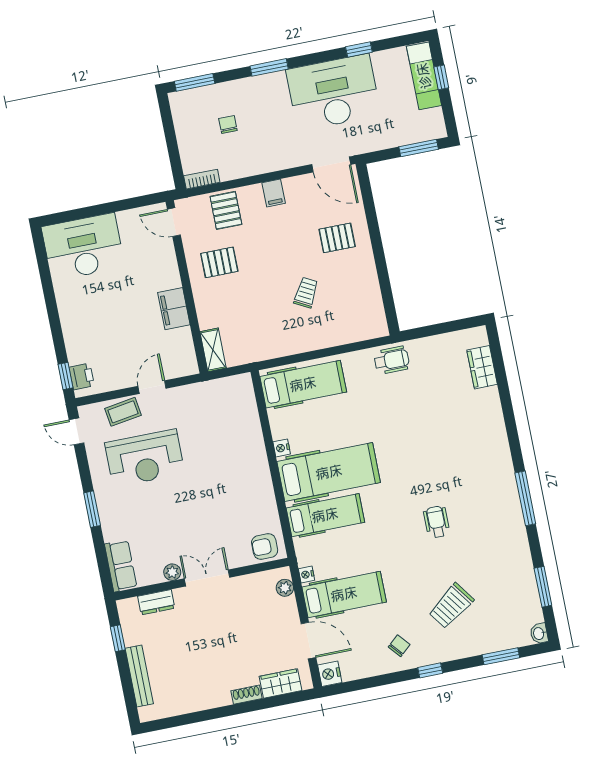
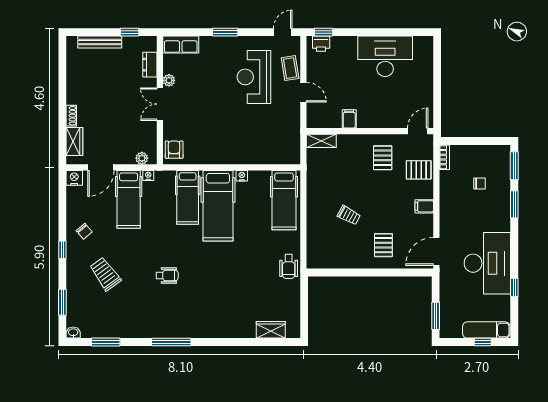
window: (269, 67) -> (514, 204), moved
desk: (83, 247) -> (385, 56), moved, turned -90
filing cabinet: (174, 309) -> (349, 119), width x0.50
double door: (207, 578) -> (160, 104), swing flipped

